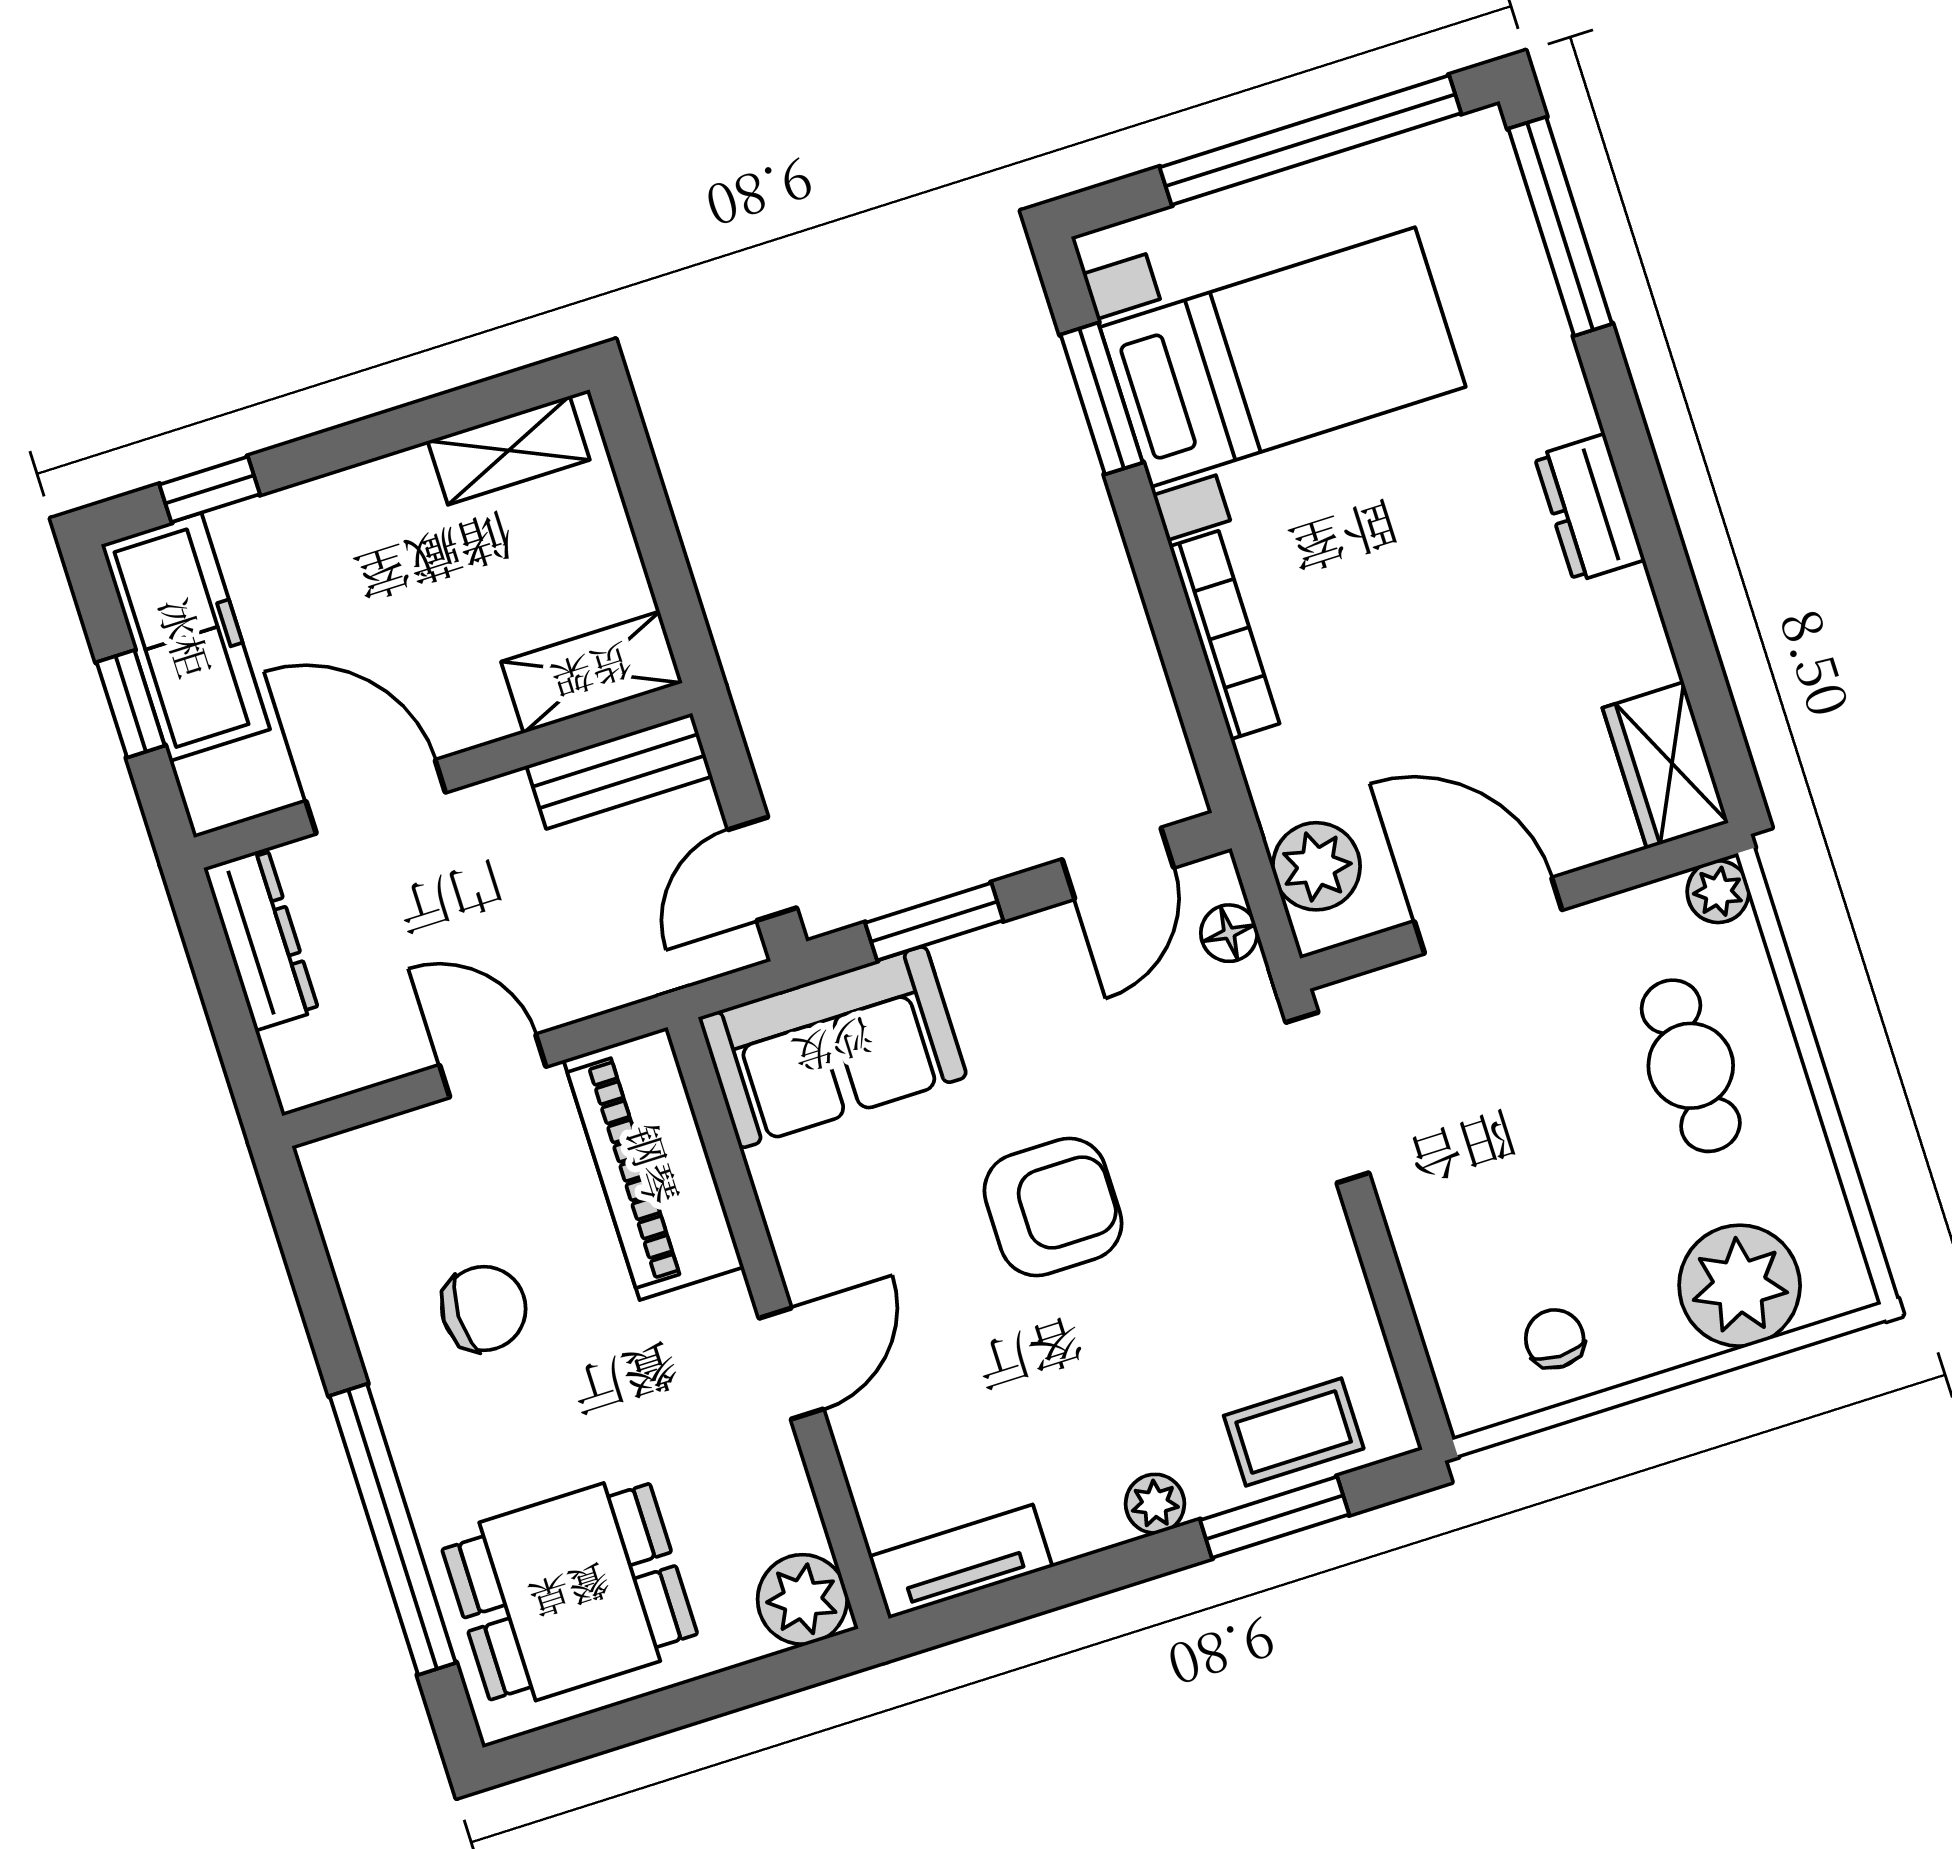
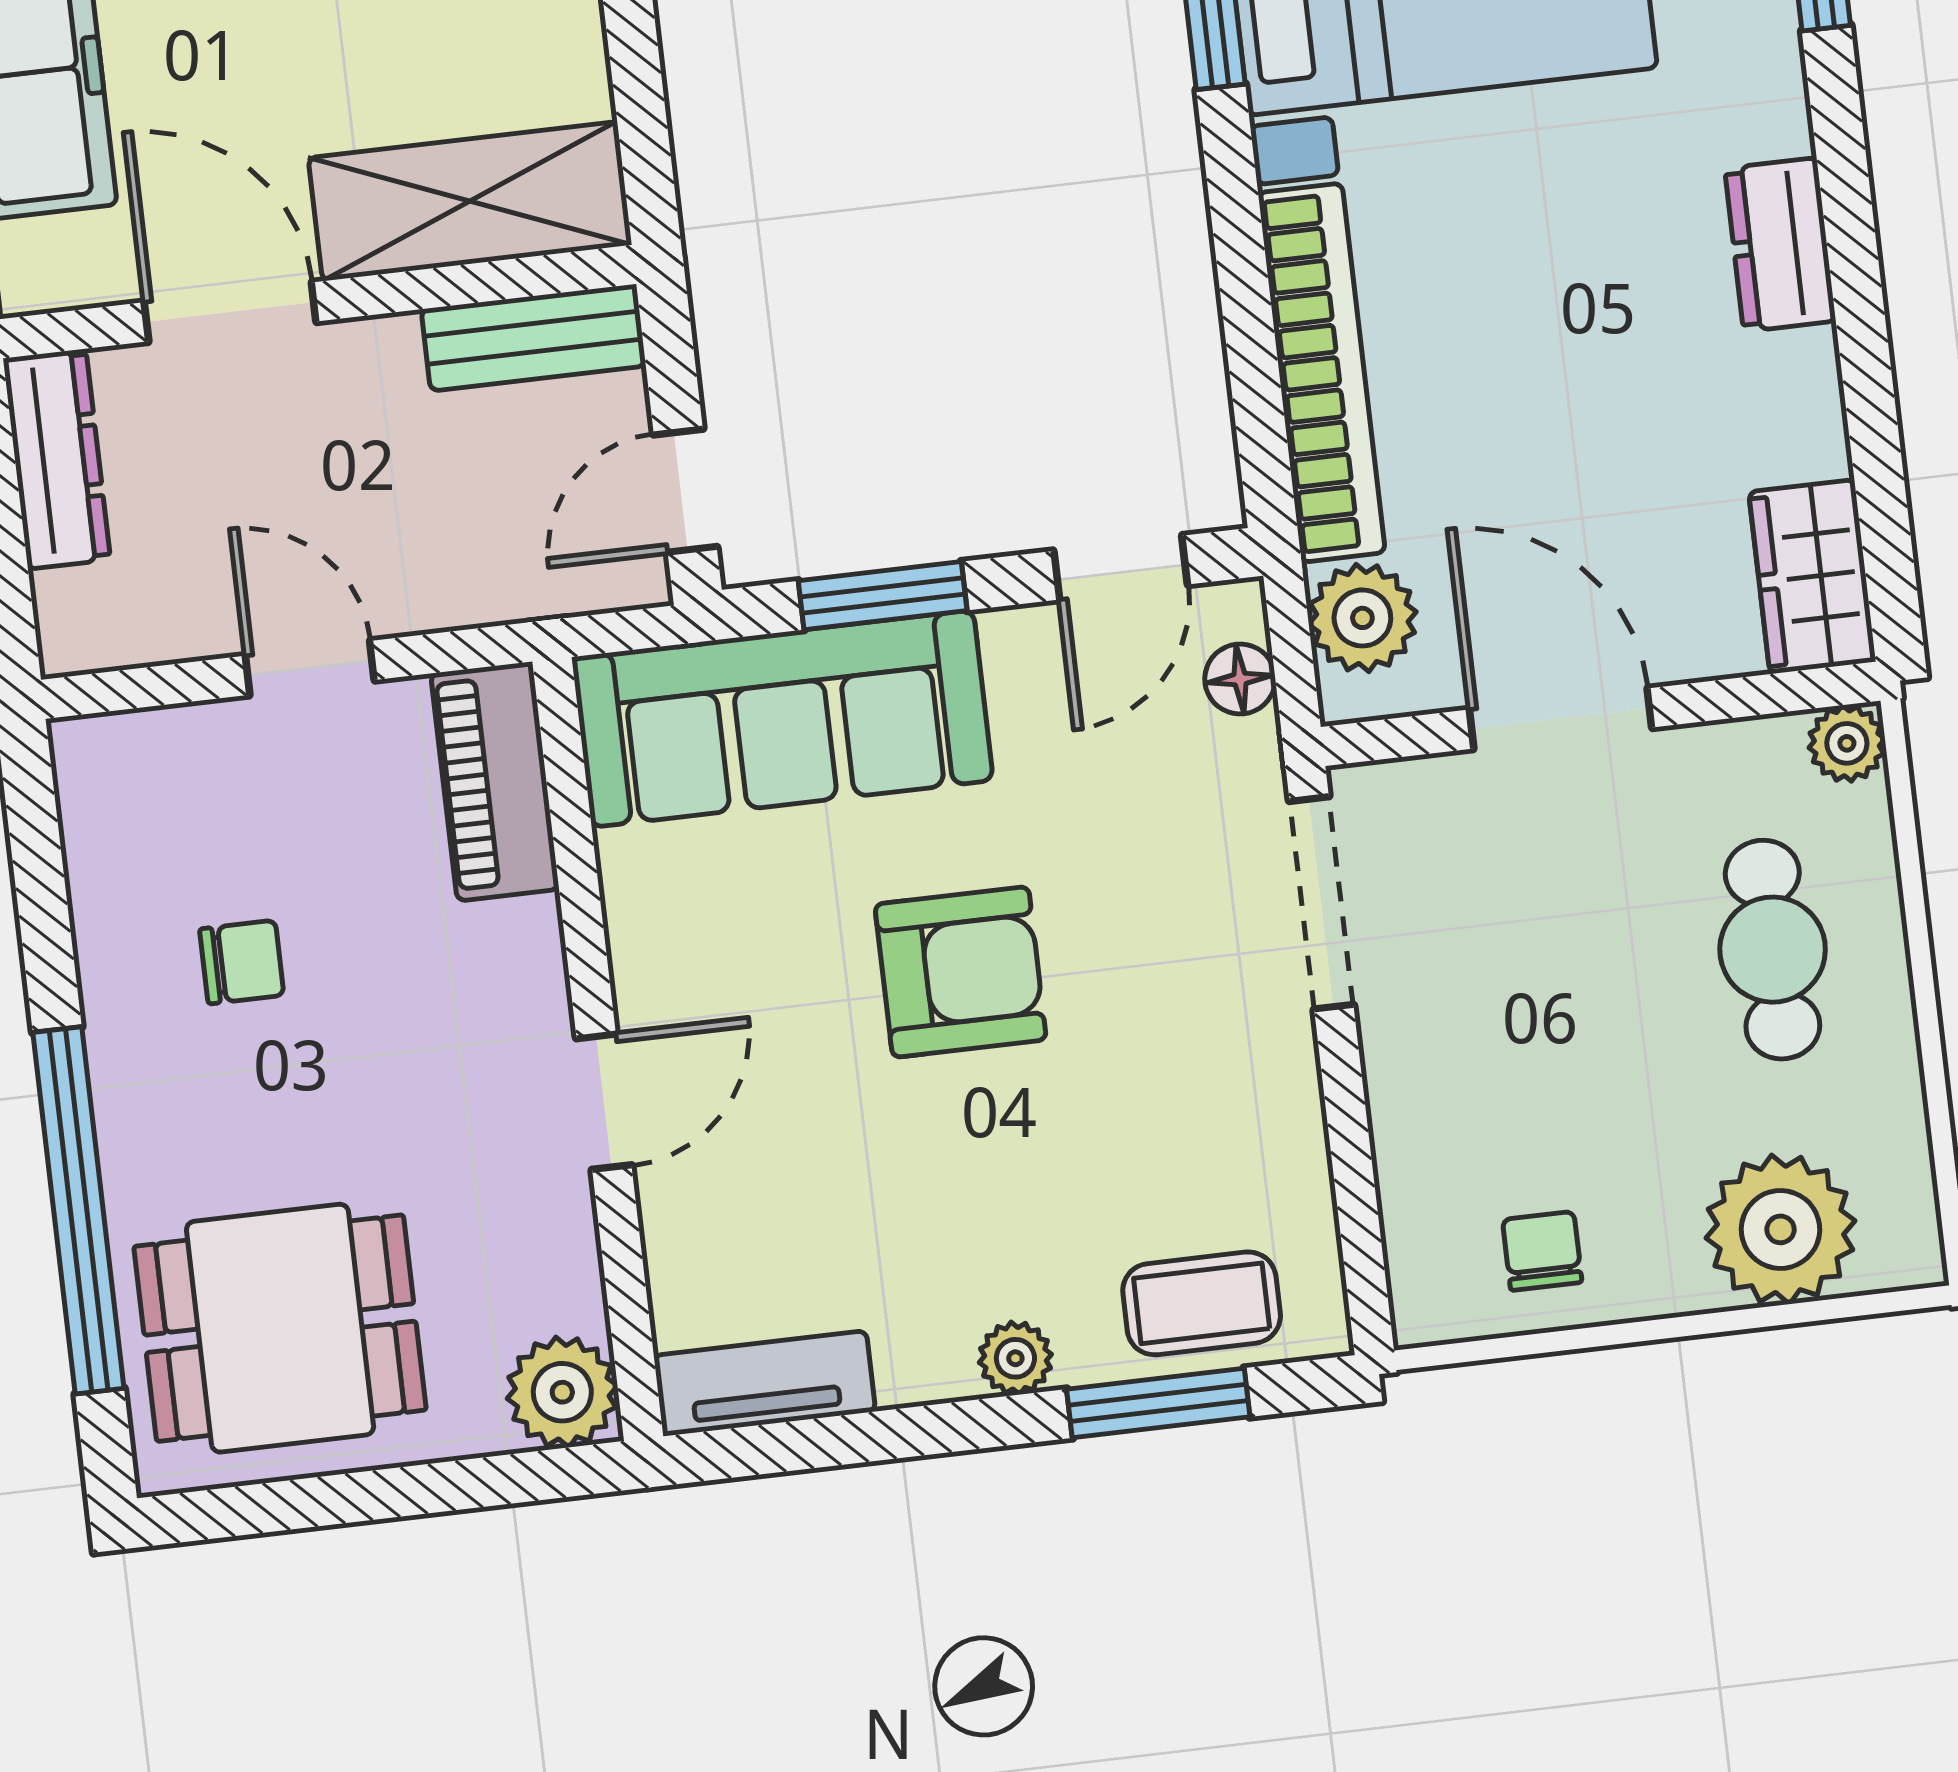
bookcase: (1224, 635) -> (1322, 373), width x1.48, depth x1.31
shelving: (592, 672) -> (470, 201), width x1.50, depth x1.33
sofa: (833, 1047) -> (782, 719), width x1.36
piano: (654, 1164) -> (495, 781), width x0.73, depth x0.75
chair: (484, 1308) -> (242, 962), width x0.73, depth x0.73

